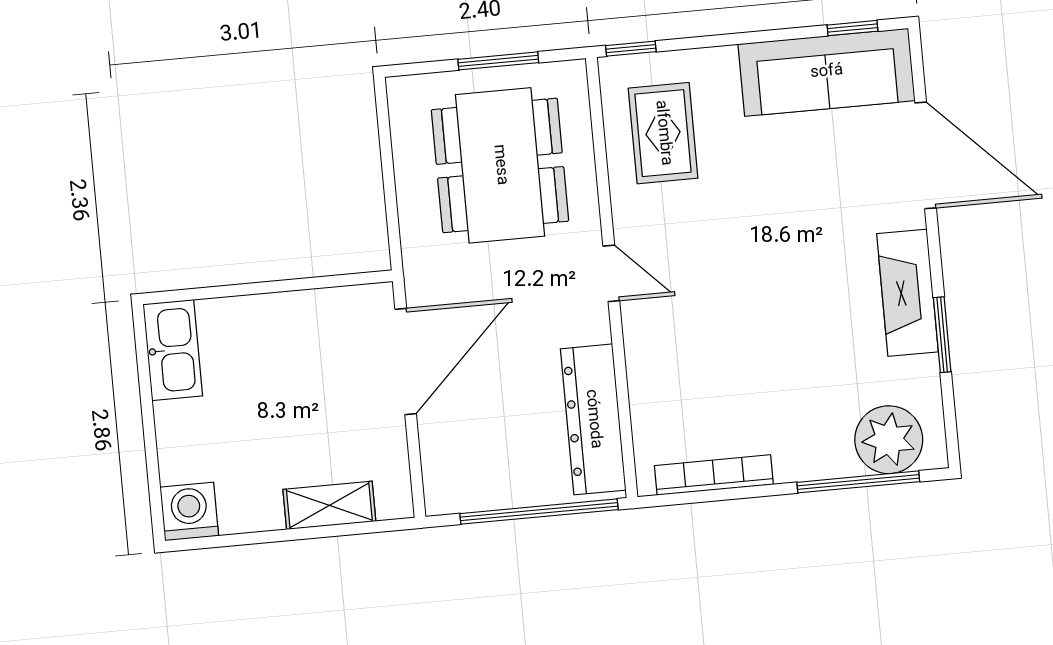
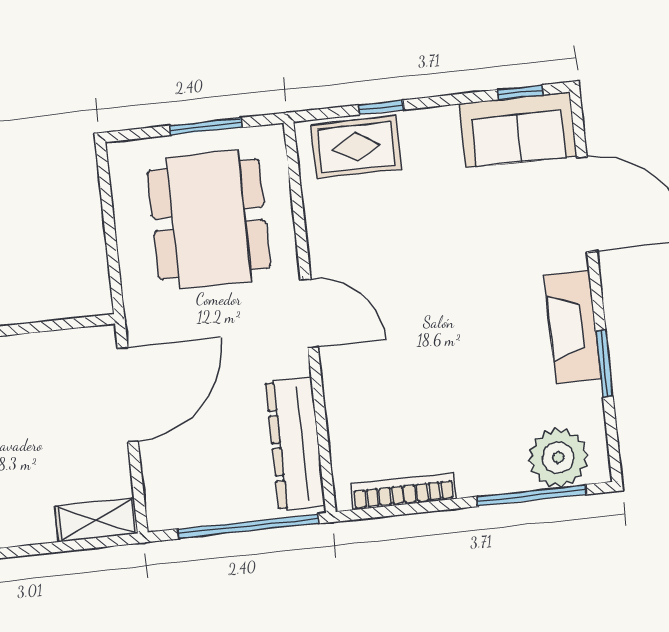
window: (631, 49) -> (381, 107), moved
sofa: (827, 72) -> (518, 130), width x0.73
rug: (663, 133) -> (356, 147), moved, turned 90
door: (611, 273) -> (309, 314), width x1.38
shelving: (329, 505) -> (96, 520), moved

